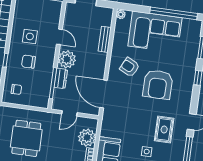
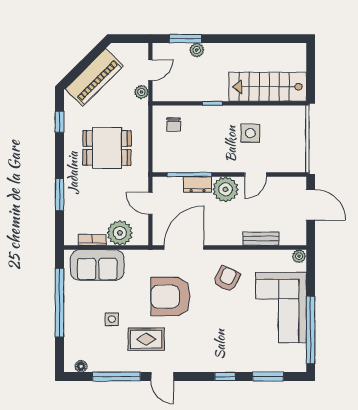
chair: (28, 62) -> (215, 136), removed
armchair: (158, 85) -> (171, 297), moved

